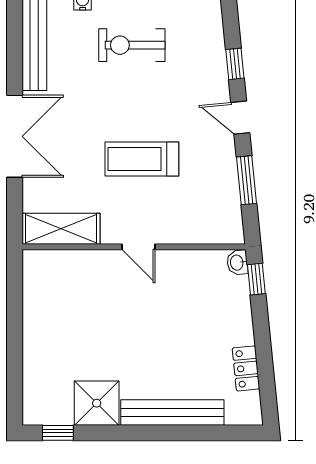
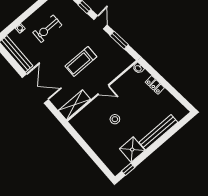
door: (240, 118) -> (100, 22), swing flipped
window: (256, 279) -> (149, 68), removed
stool: (113, 319) -> (115, 119), added
locker: (246, 368) -> (155, 85), moved

